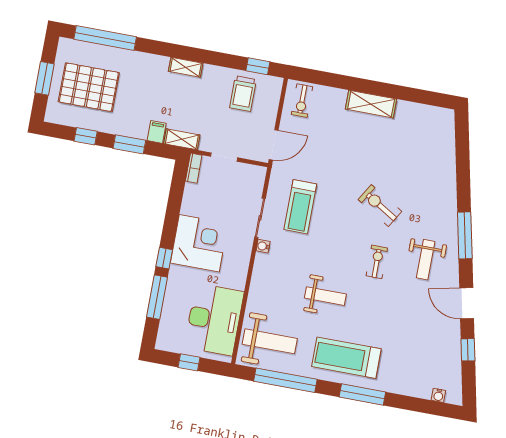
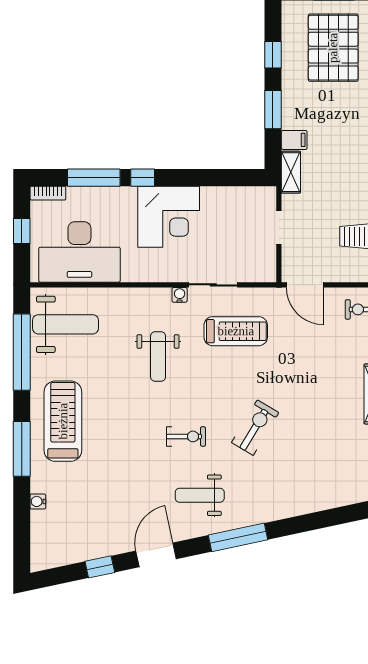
bookcase: (194, 168) -> (48, 193), moved
treadmill: (300, 207) -> (236, 331), turned 180
weight bench: (325, 296) -> (158, 356), moved
weight bench: (270, 341) -> (65, 324), turned -90
water cooler: (438, 395) -> (38, 501), moved

